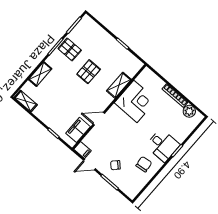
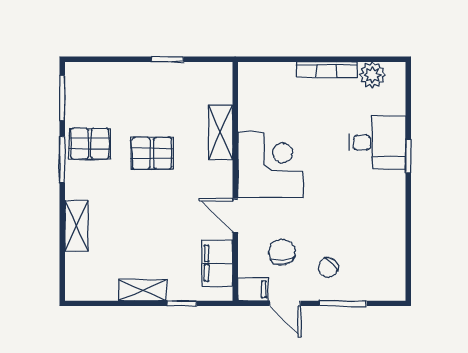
pallet: (89, 72) -> (152, 153), turned 90
shelving: (26, 101) -> (143, 290), moved
corner desk: (135, 101) -> (271, 165), moved
door: (99, 119) -> (235, 215), hinge flipped
desk: (163, 145) -> (377, 143), moved
chair: (144, 164) -> (282, 252), moved
door: (89, 165) -> (285, 303), hinge flipped

